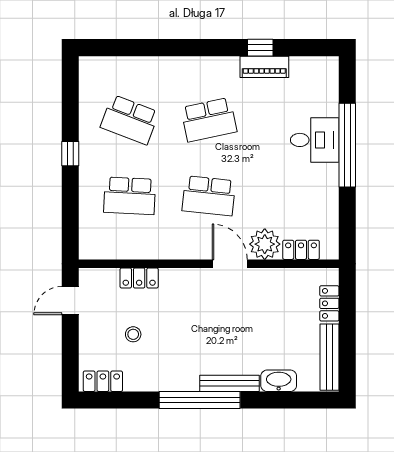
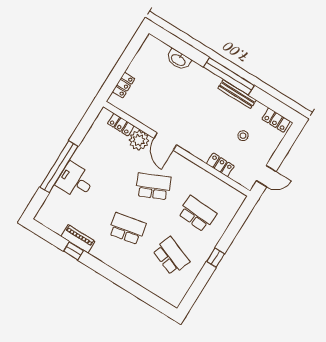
school desk: (209, 196) -> (153, 186), turned -30
bench: (330, 357) -> (142, 55), removed
bench: (230, 383) -> (237, 94), moved

